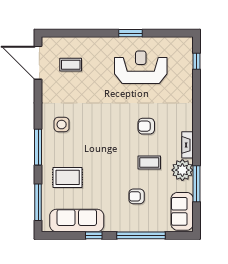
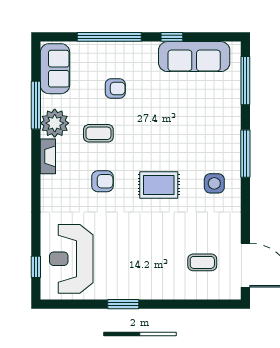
reception desk: (141, 67) -> (71, 259), moved, turned 90
rug: (68, 177) -> (159, 185), moved

